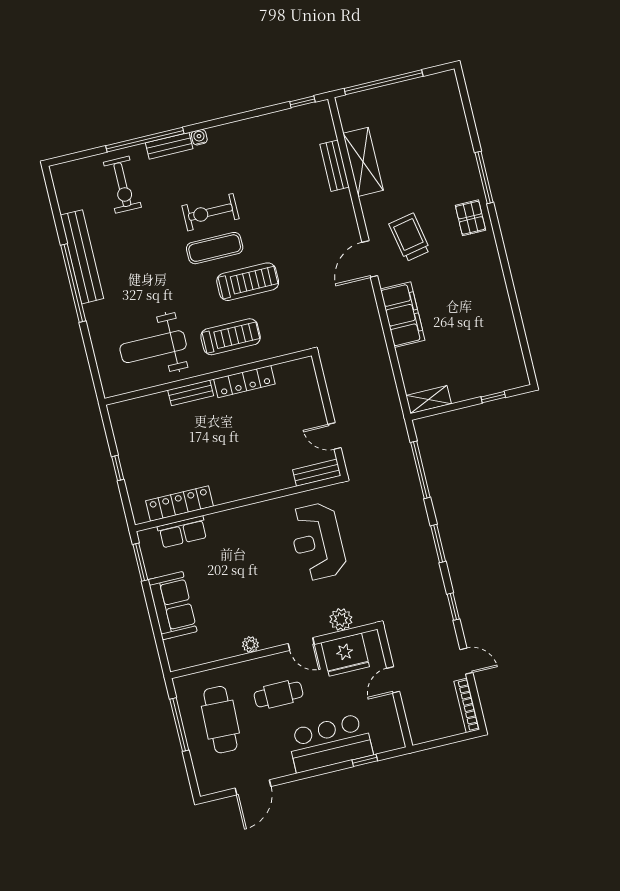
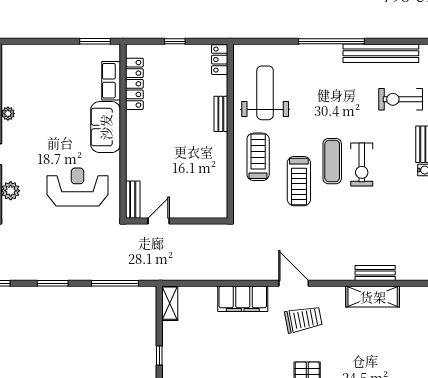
exercise bike: (210, 212) -> (362, 165), turned 180
bench: (82, 257) -> (381, 53), moved
treadmill: (231, 337) -> (258, 157), turned 180
locker: (244, 382) -> (220, 60), moved, width x0.66
sofa: (172, 606) -> (106, 127), moved, turned 90

